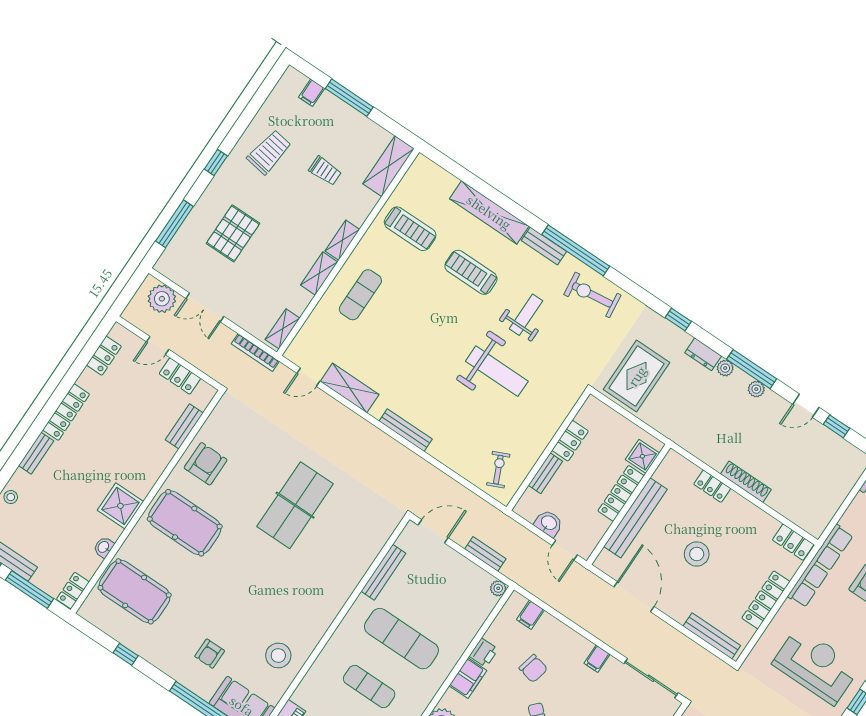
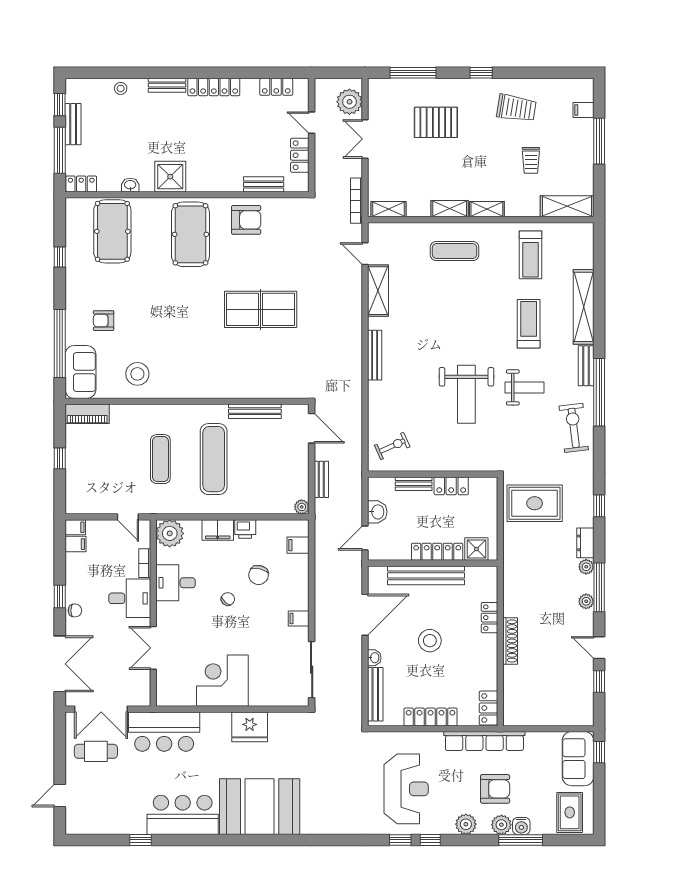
washbasin: (678, 615) -> (374, 658), added

